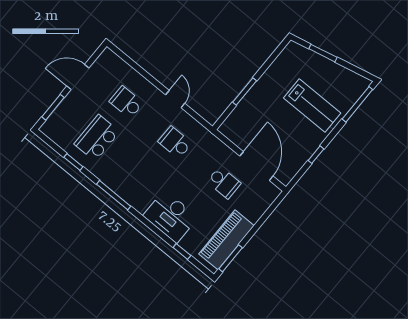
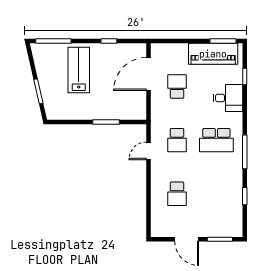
door: (175, 99) -> (149, 151), moved
school desk: (97, 138) -> (216, 140), moved
desk: (171, 216) -> (228, 98), width x0.73

